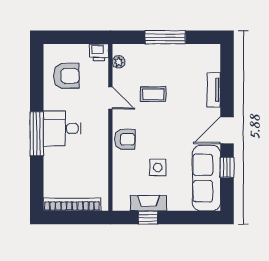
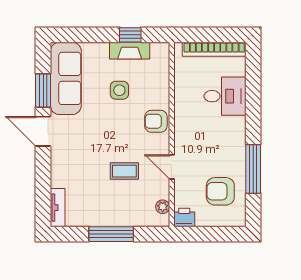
tv unit: (214, 90) -> (58, 208), moved
desk: (62, 129) -> (225, 96), moved
door: (227, 130) -> (43, 131), swing flipped
window: (37, 134) -> (253, 169), moved
window: (227, 167) -> (43, 90), width x1.50

